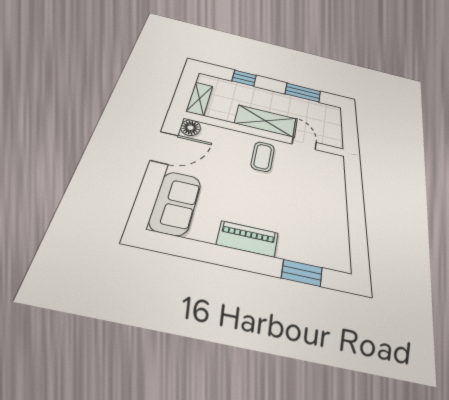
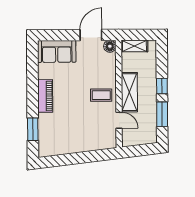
window: (244, 78) -> (162, 86), moved
door: (304, 143) -> (119, 120), hinge flipped
door: (164, 148) -> (91, 35), swing flipped

